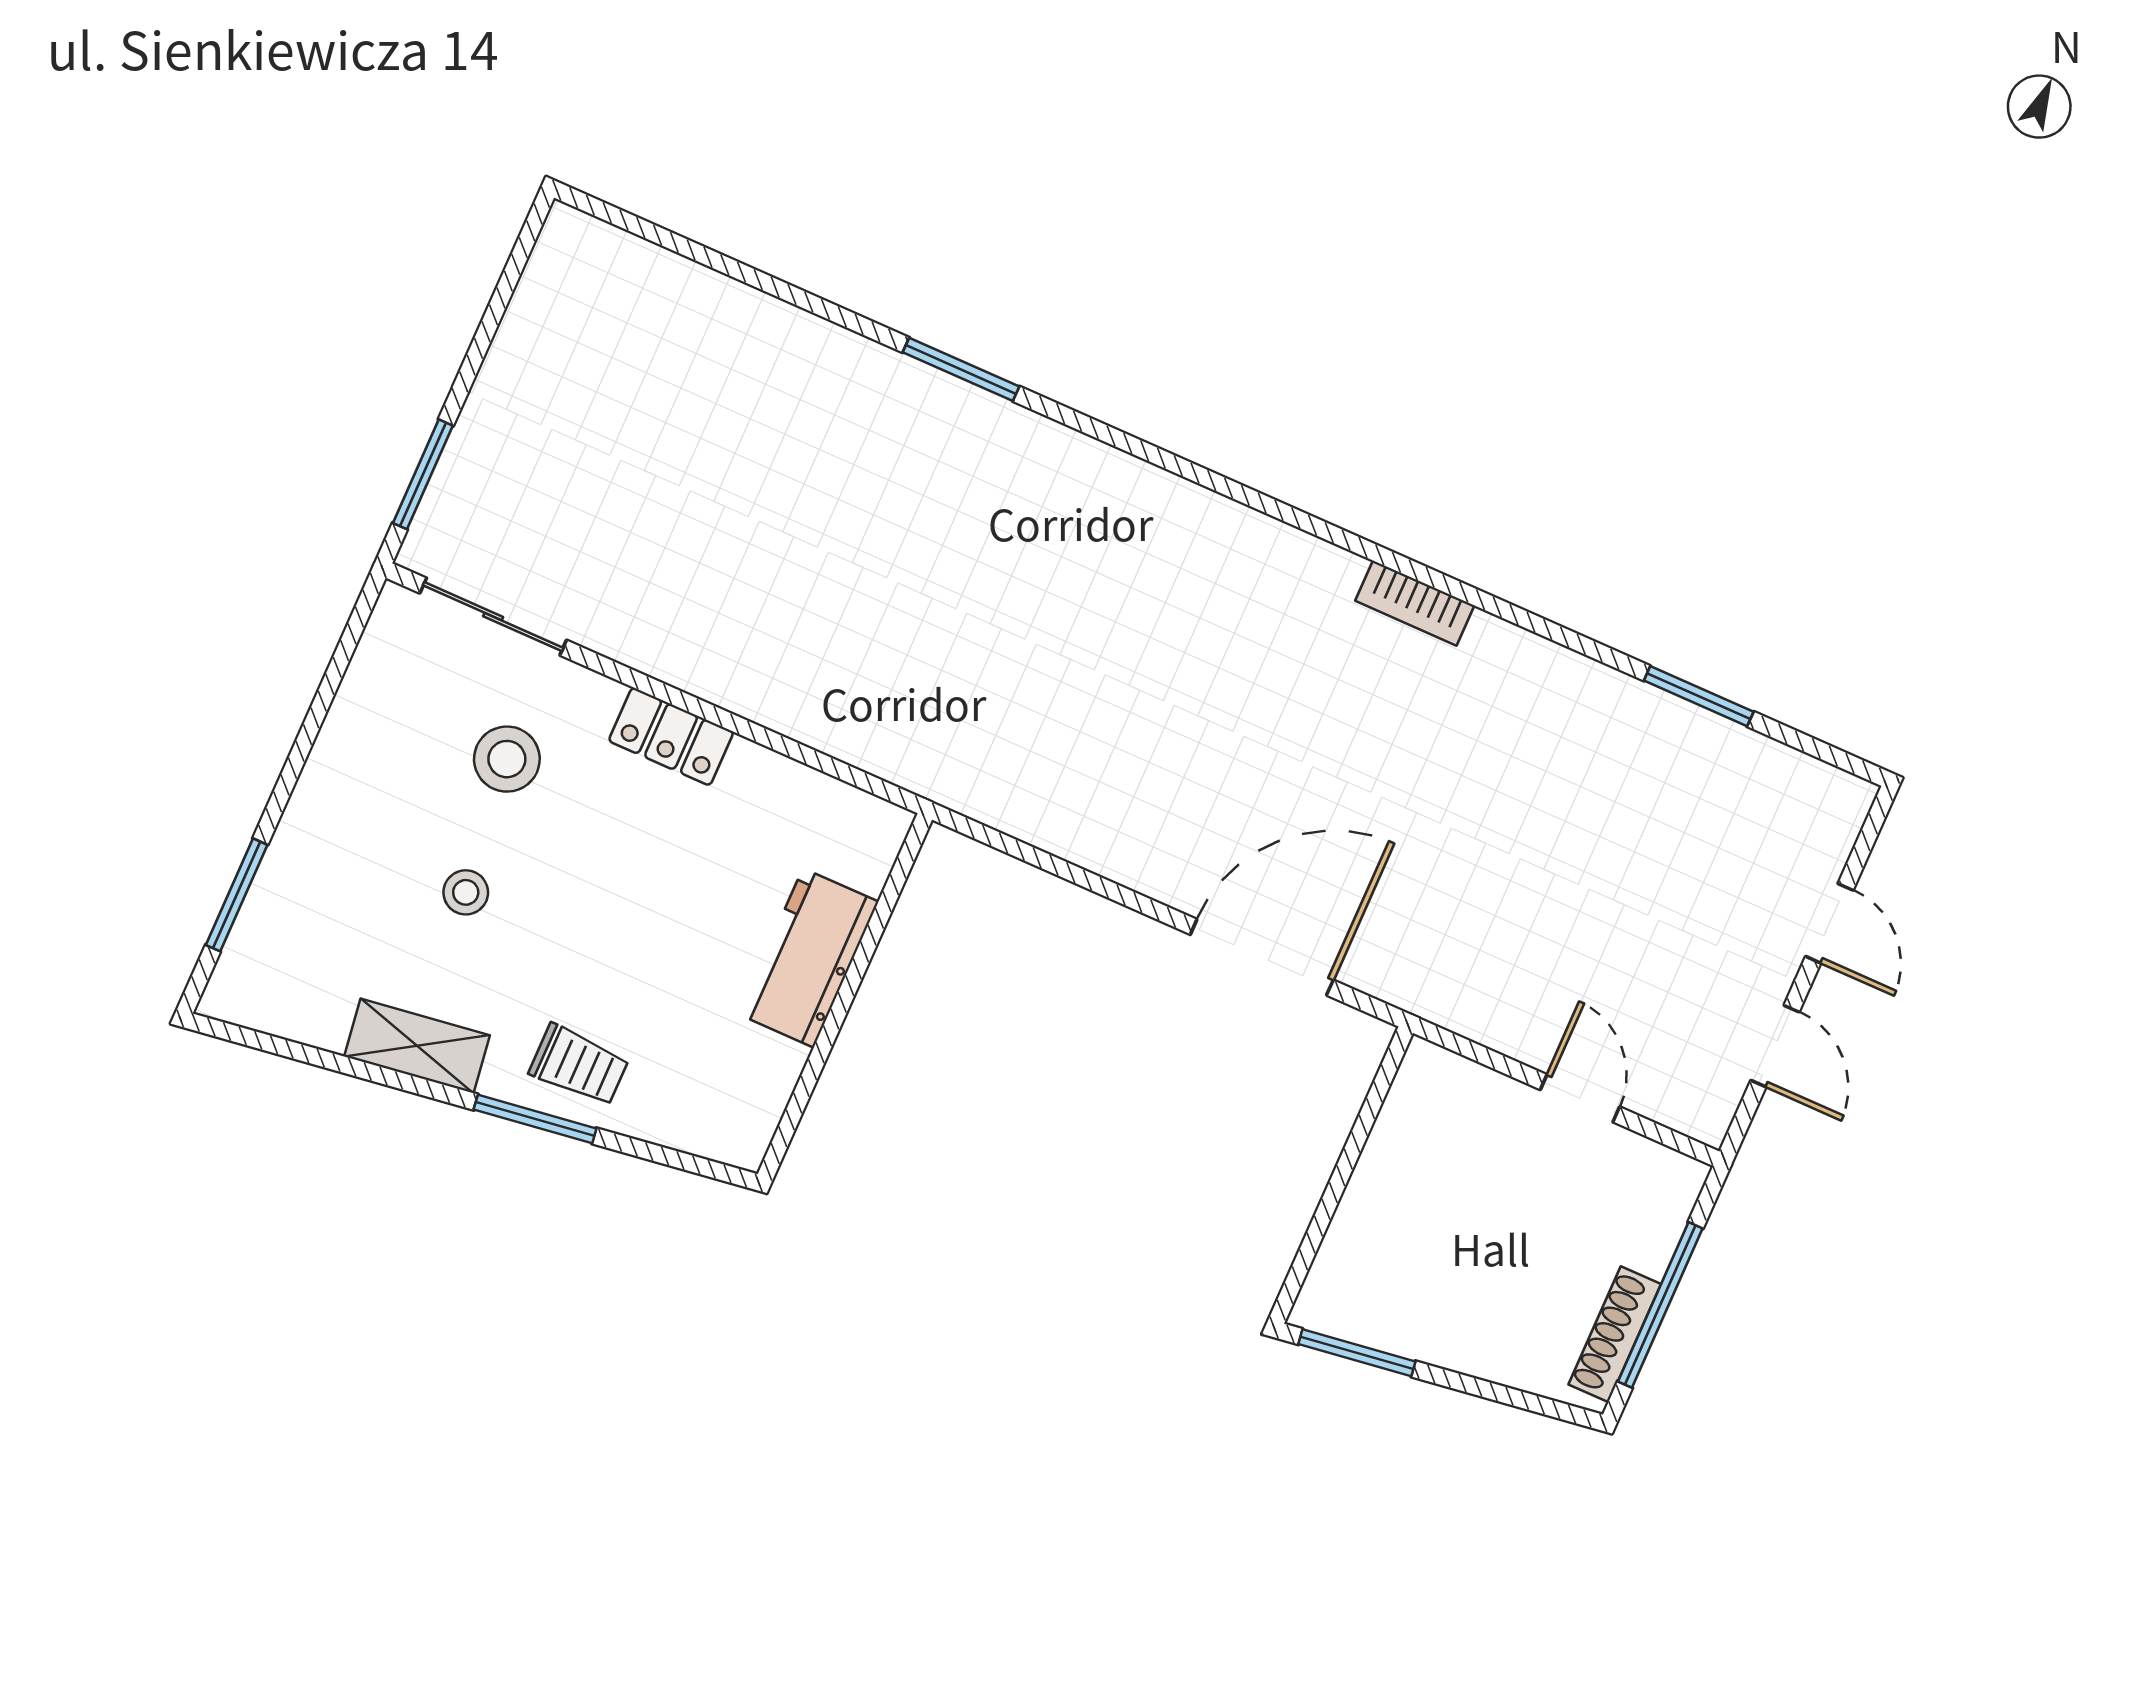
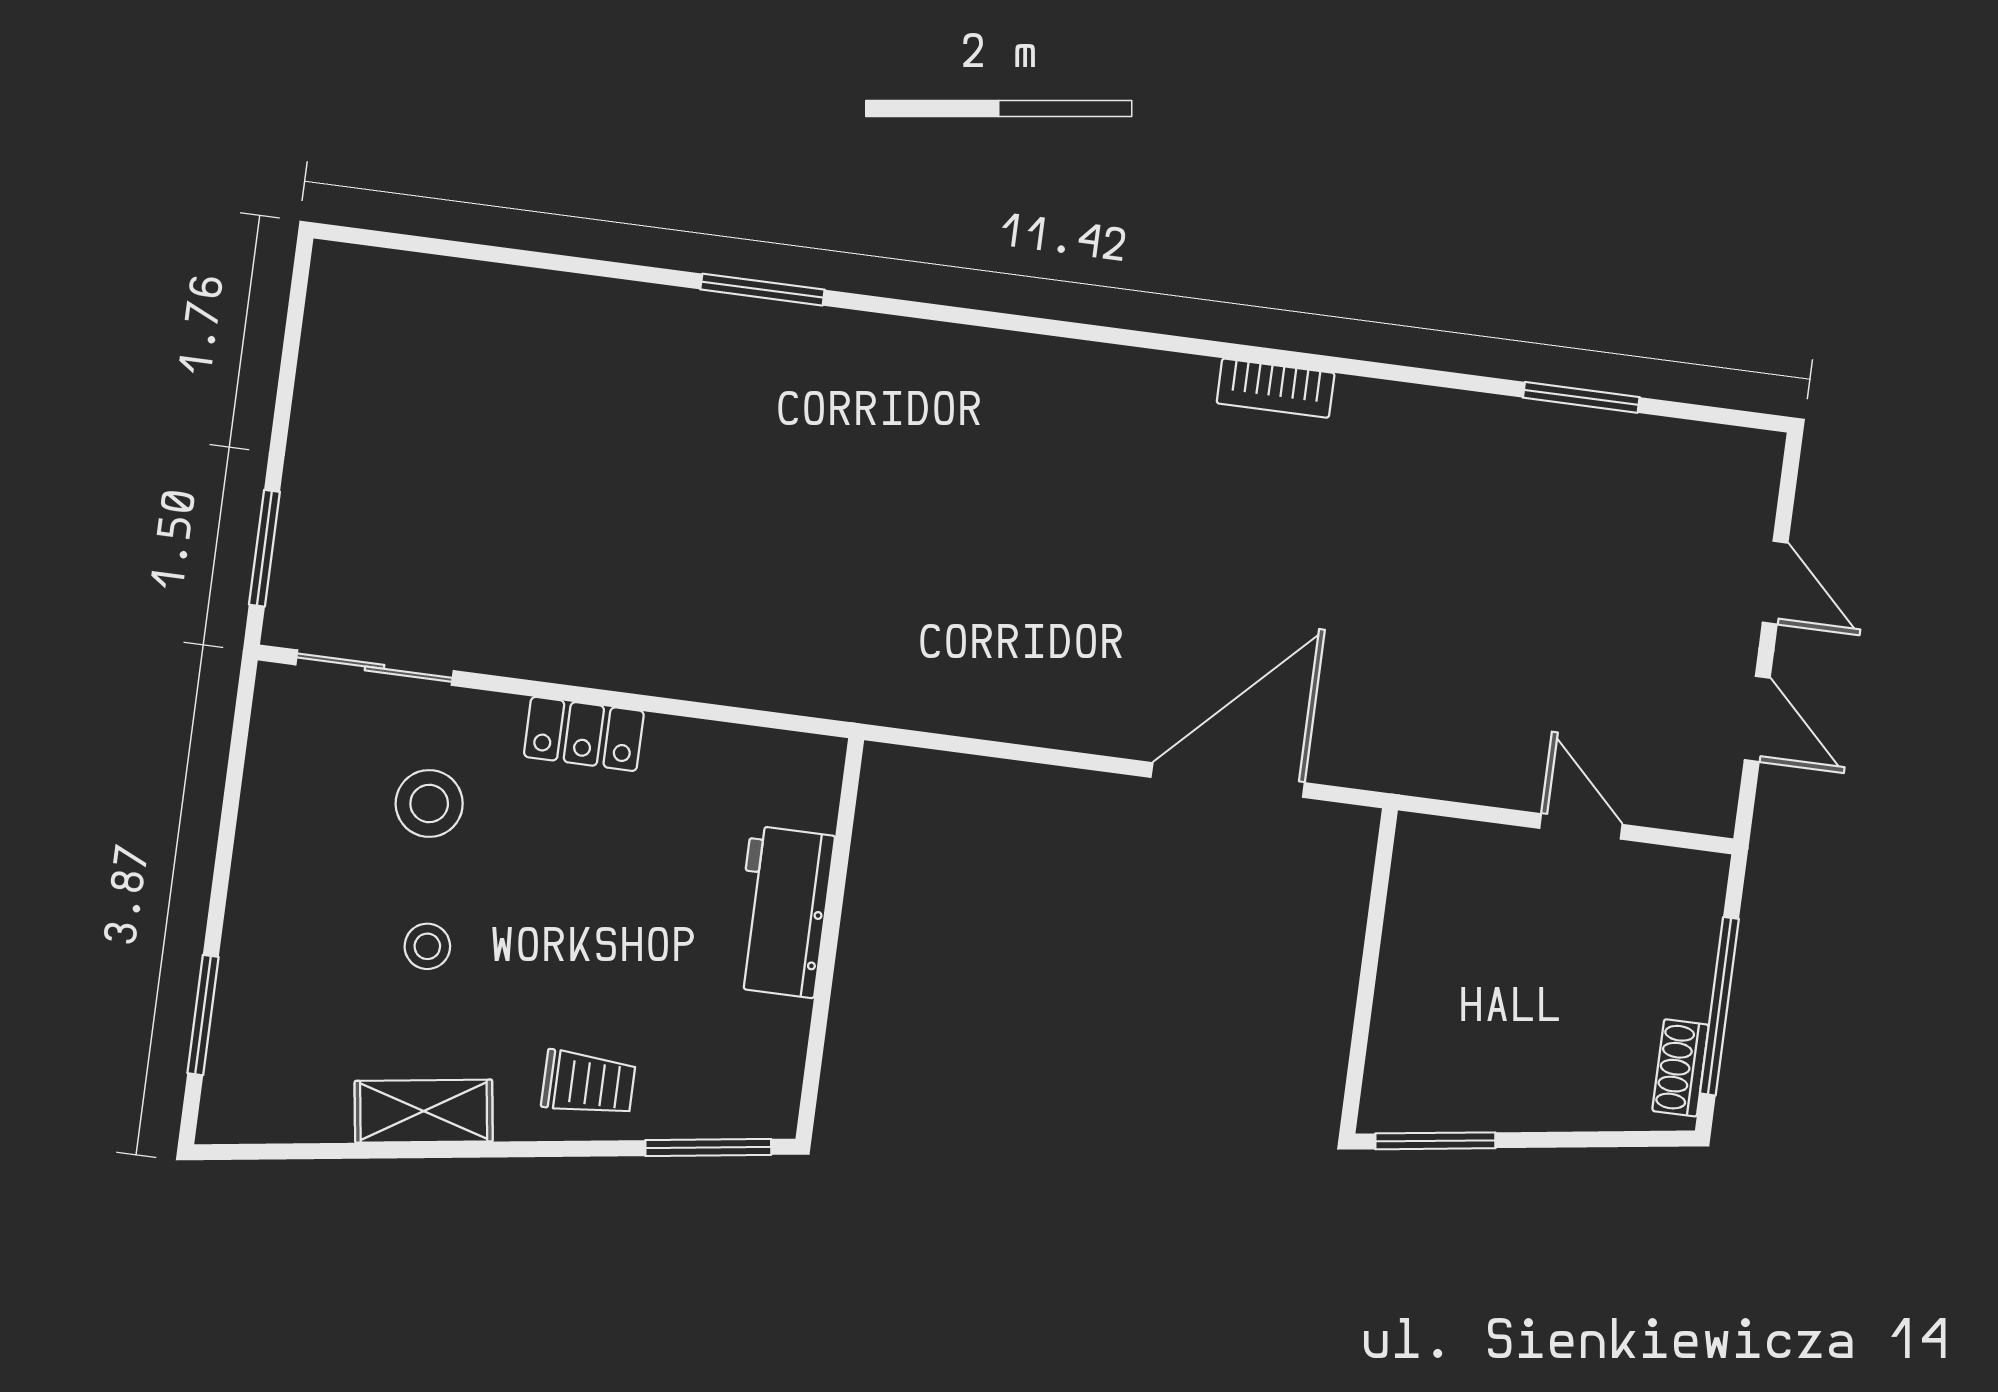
window: (535, 1119) -> (708, 1147), moved
shoe rack: (1615, 1334) -> (1681, 1068), width x0.70

